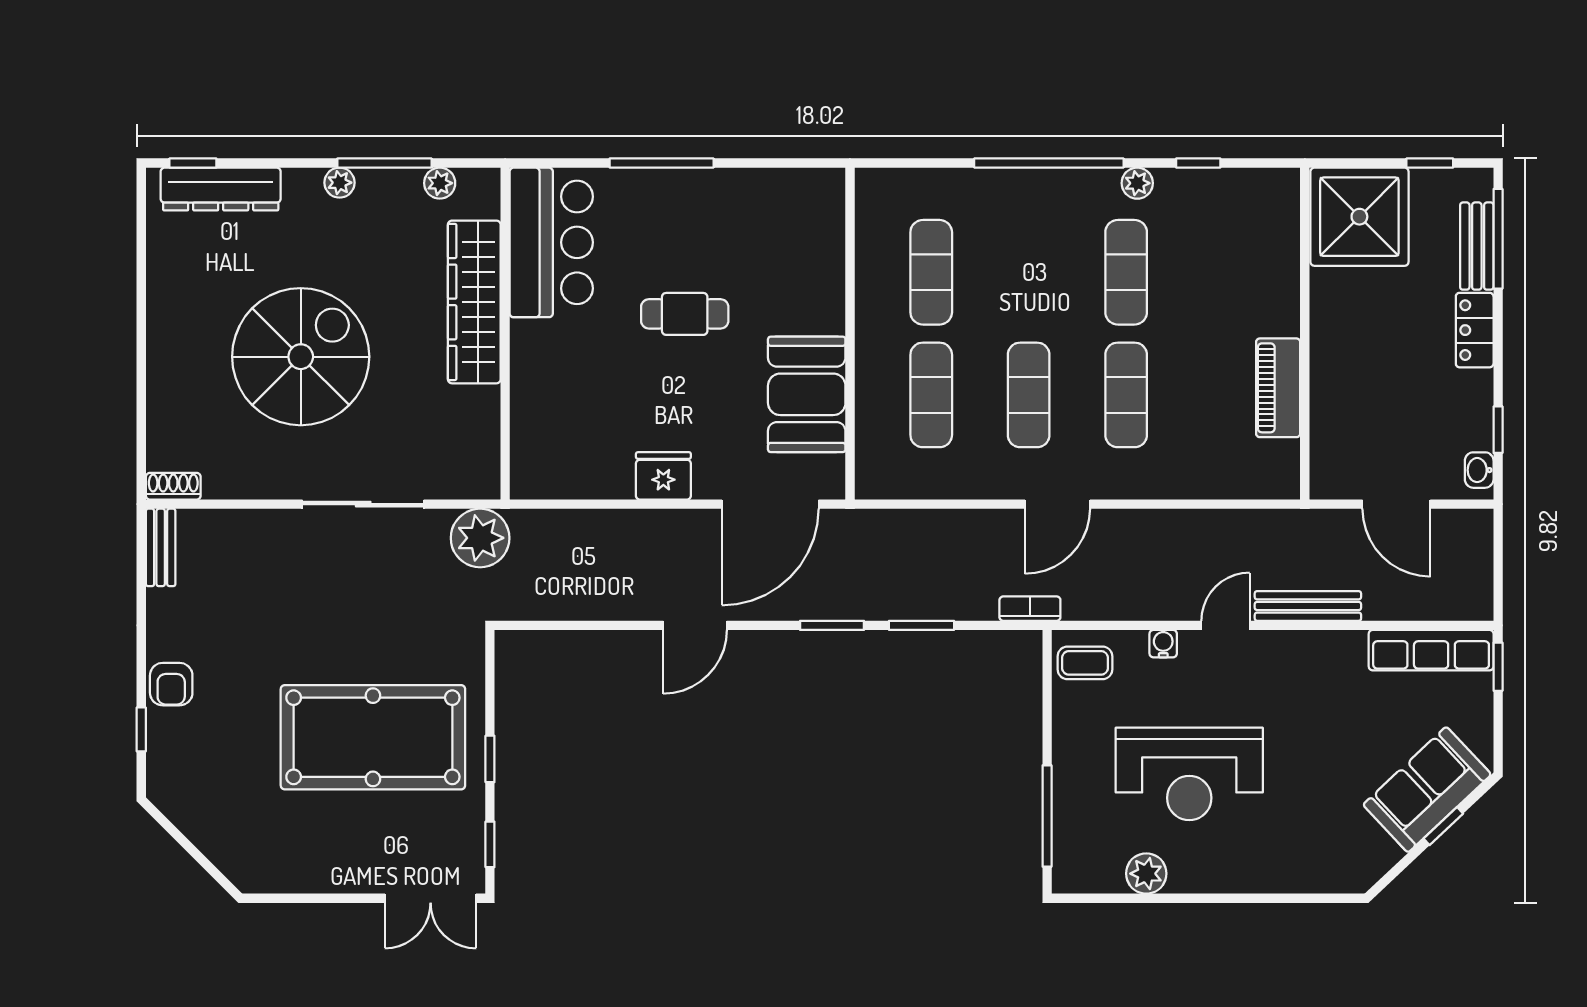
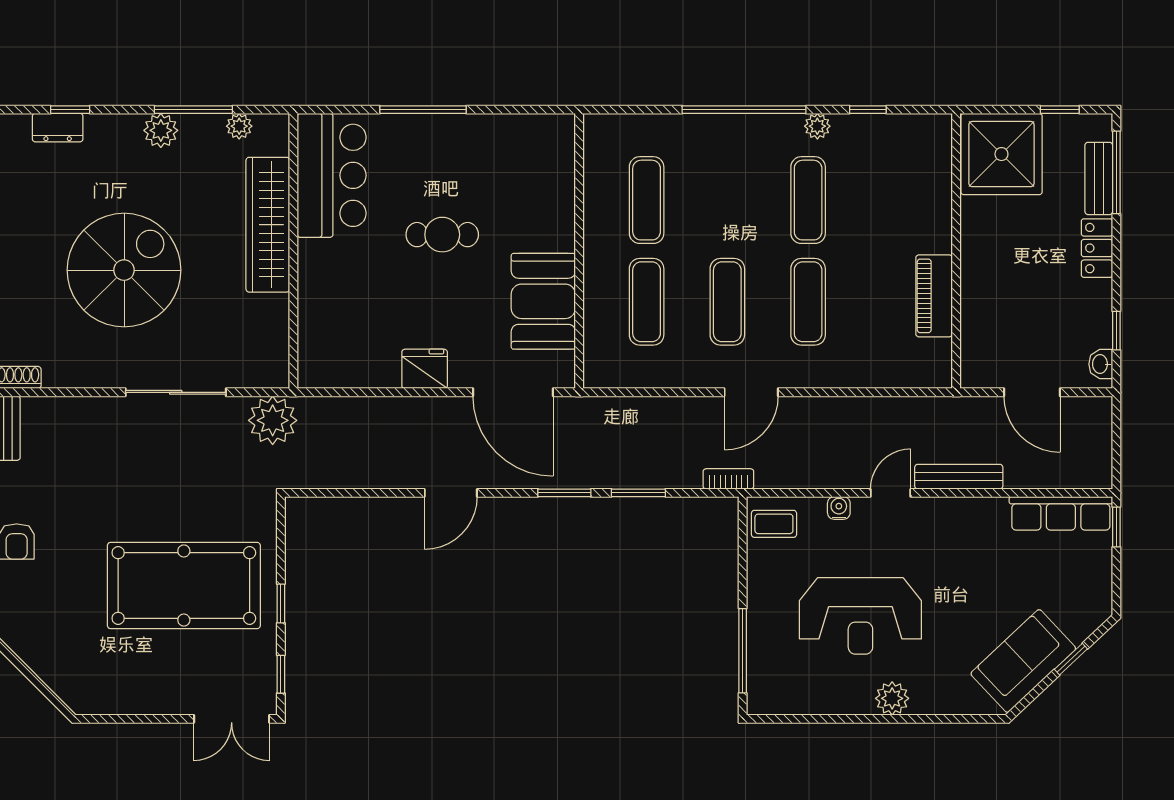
window: (193, 163) -> (70, 110), moved
plant: (339, 183) -> (161, 130), width x1.38, depth x1.38
dresser: (221, 189) -> (58, 128), width x0.51, depth x0.80
door: (770, 504) -> (513, 392), hinge flipped
sofa: (1427, 790) -> (1023, 661), moved
plant: (1146, 874) -> (892, 698), moved

